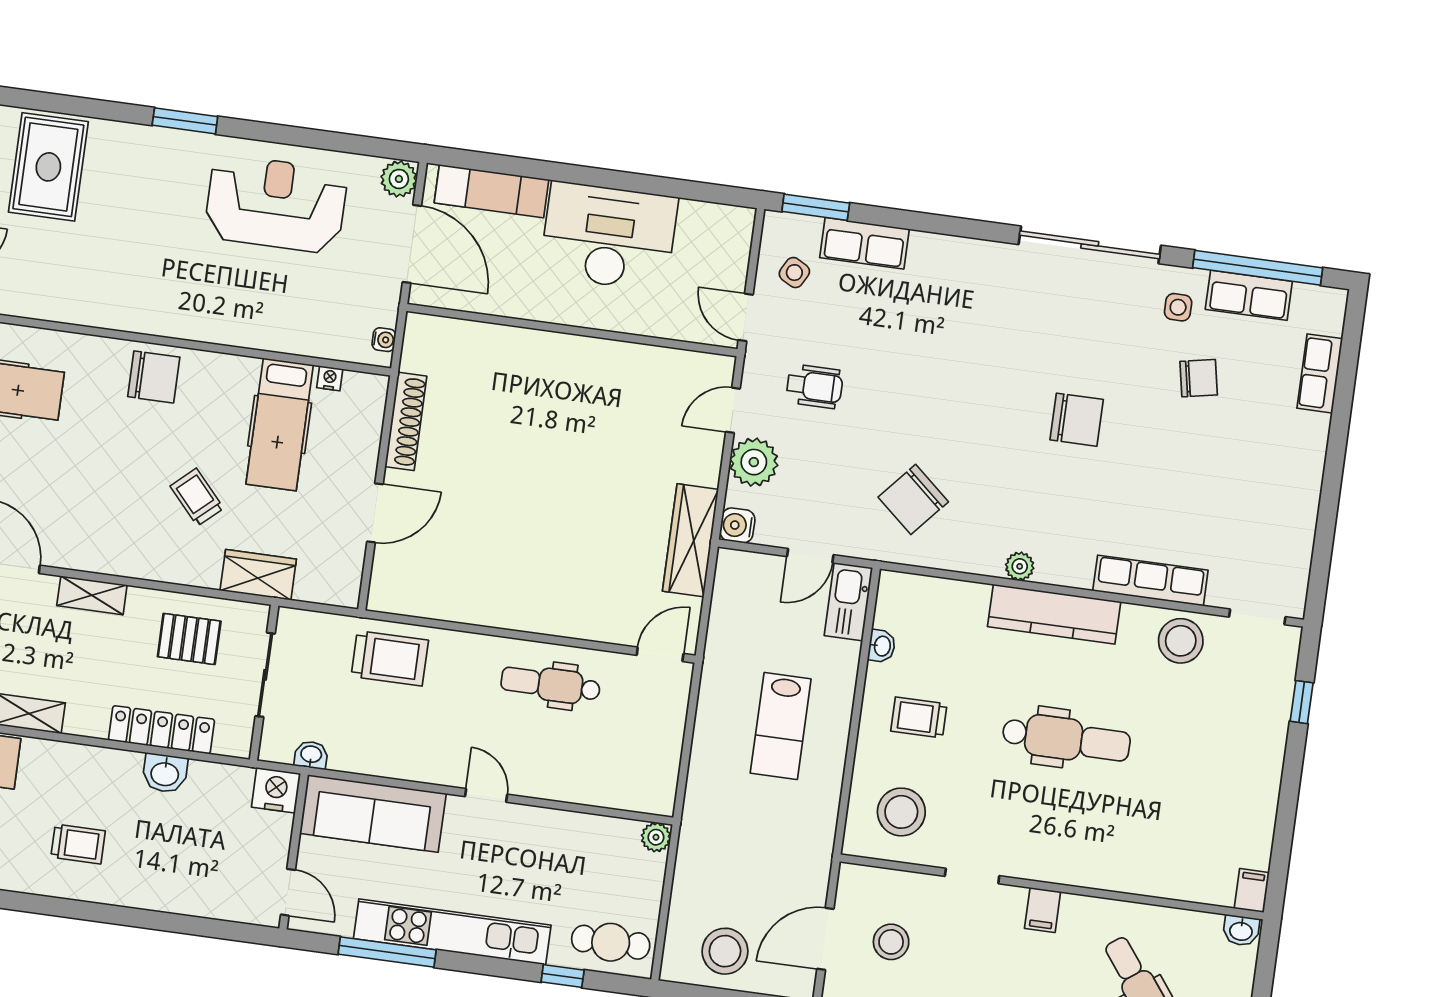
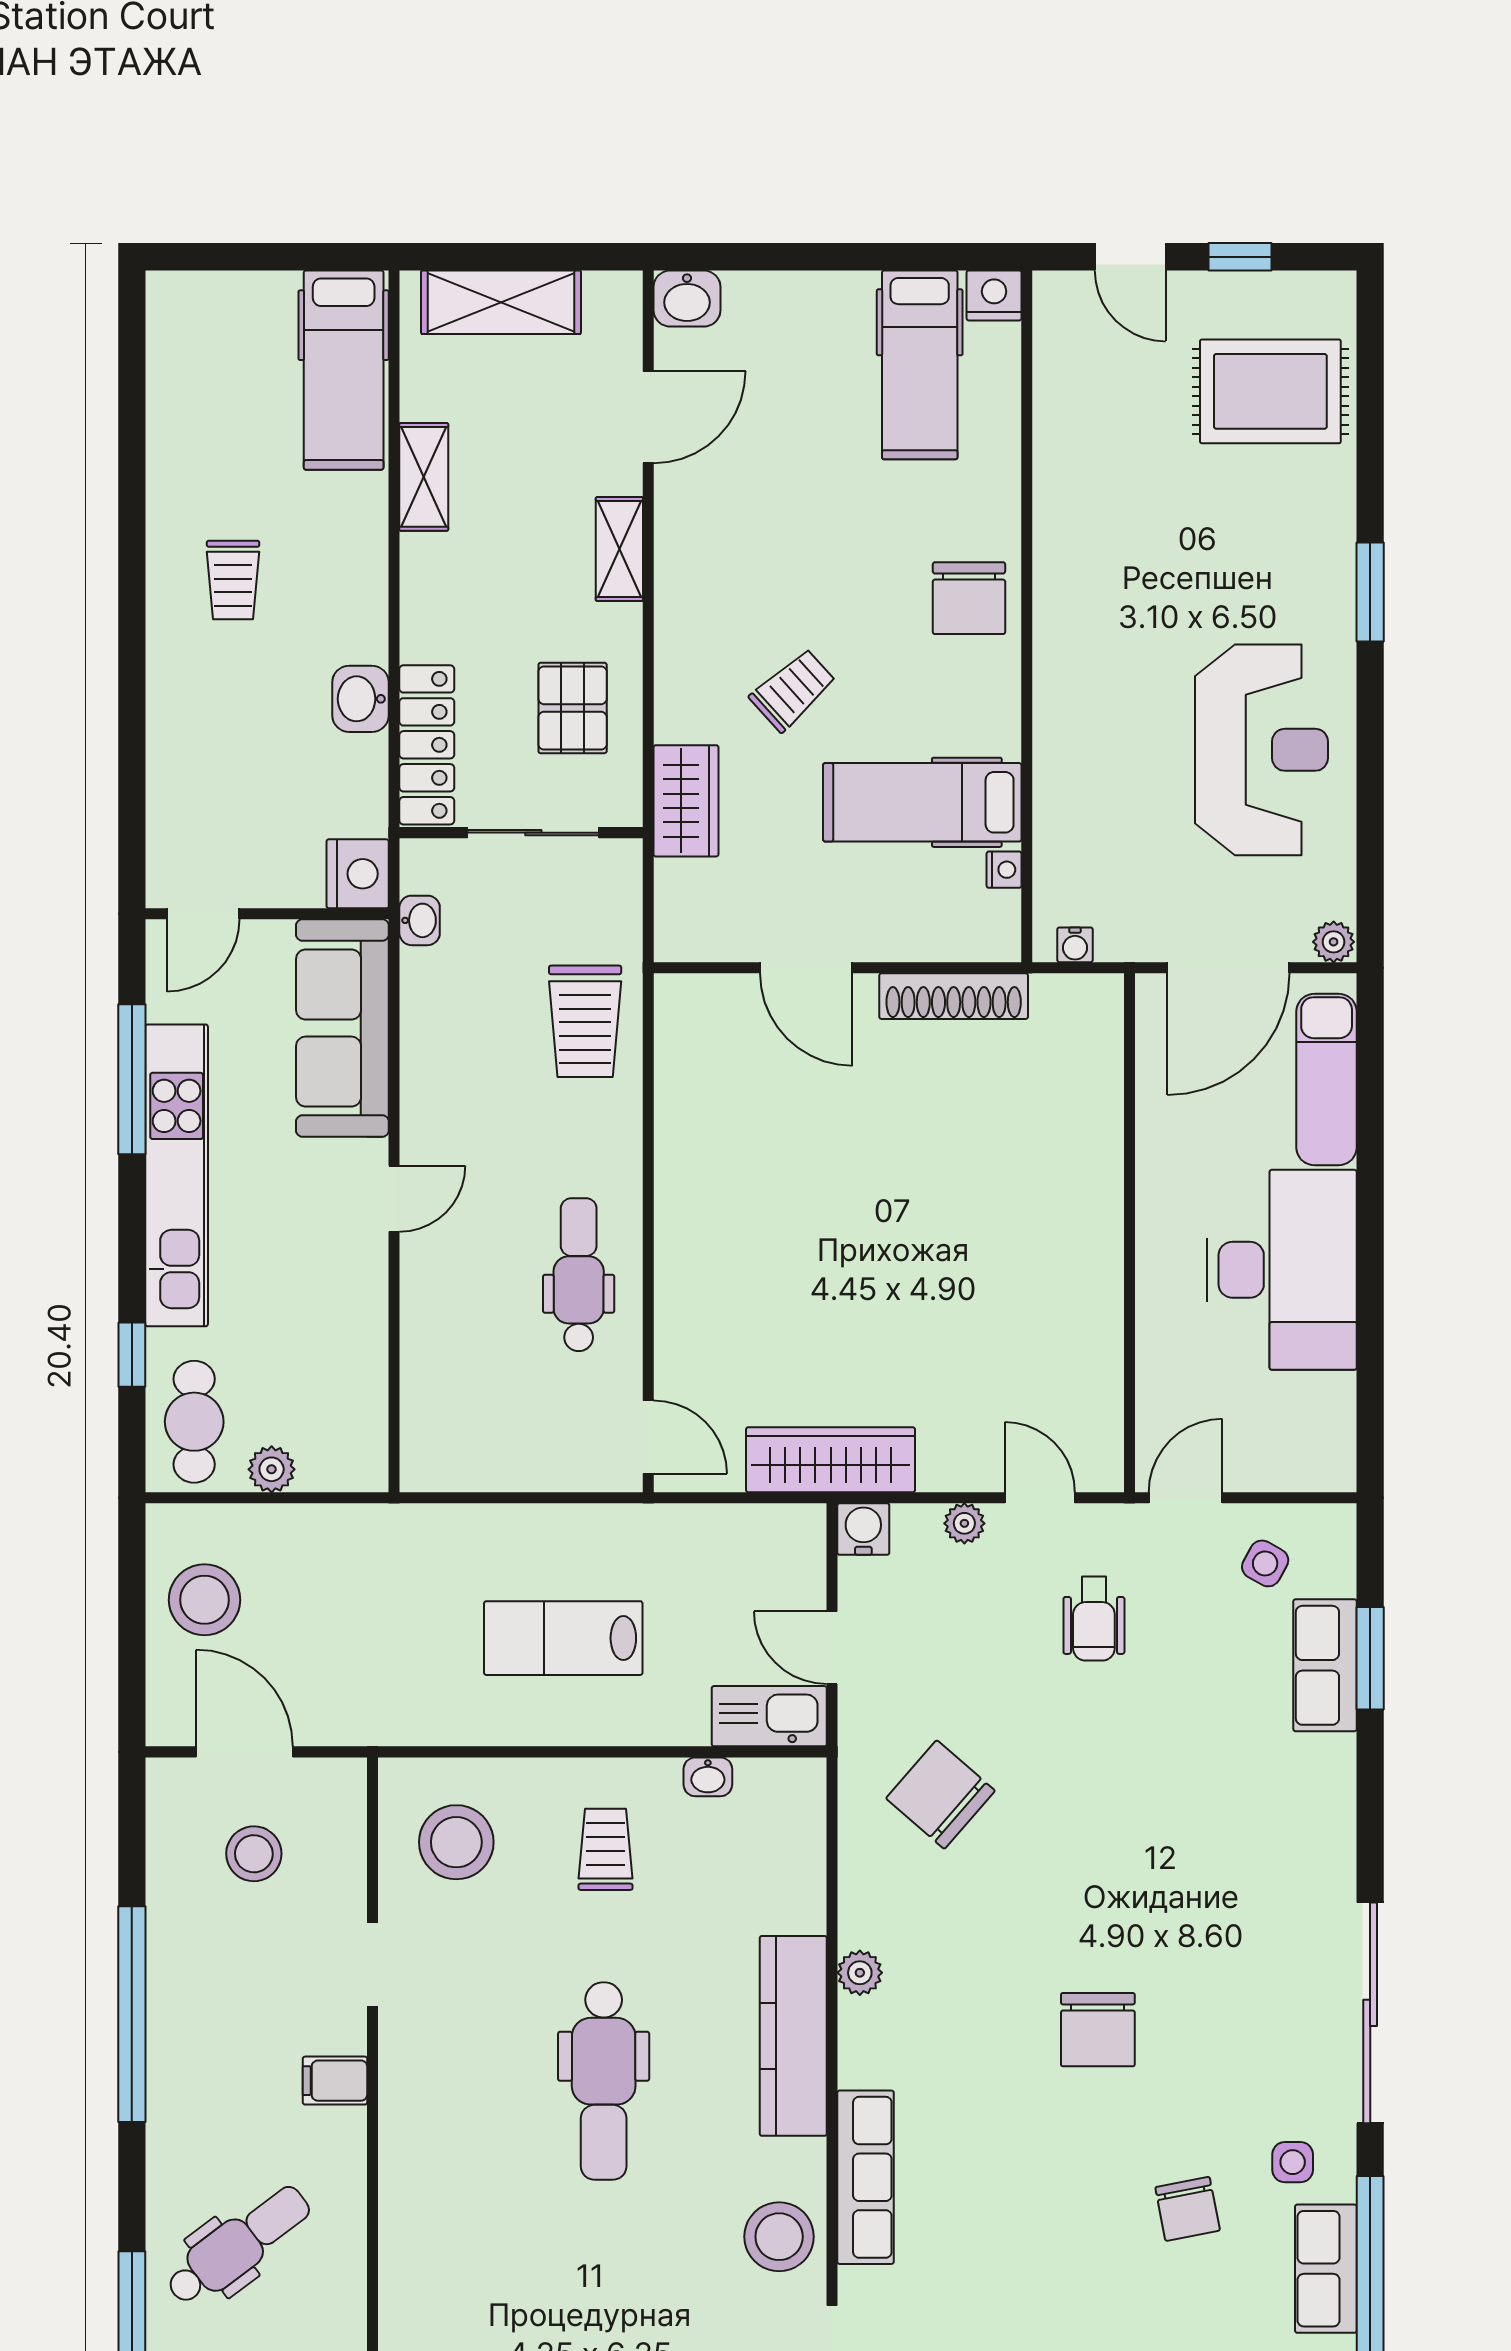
plant: (399, 179) -> (1334, 942), width x0.73, depth x0.73
window: (816, 207) -> (1370, 1658), moved
plant: (754, 462) -> (964, 1523), width x0.53, depth x0.53
locker: (161, 730) -> (427, 745), moved
plant: (656, 837) -> (272, 1469), moved

